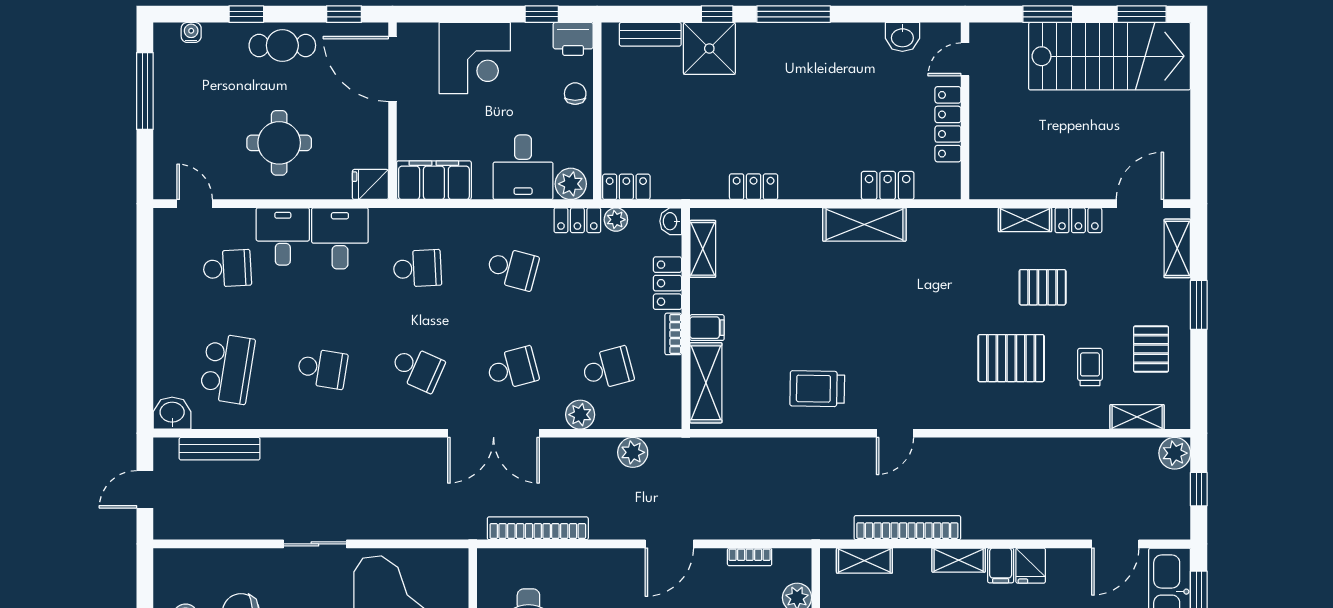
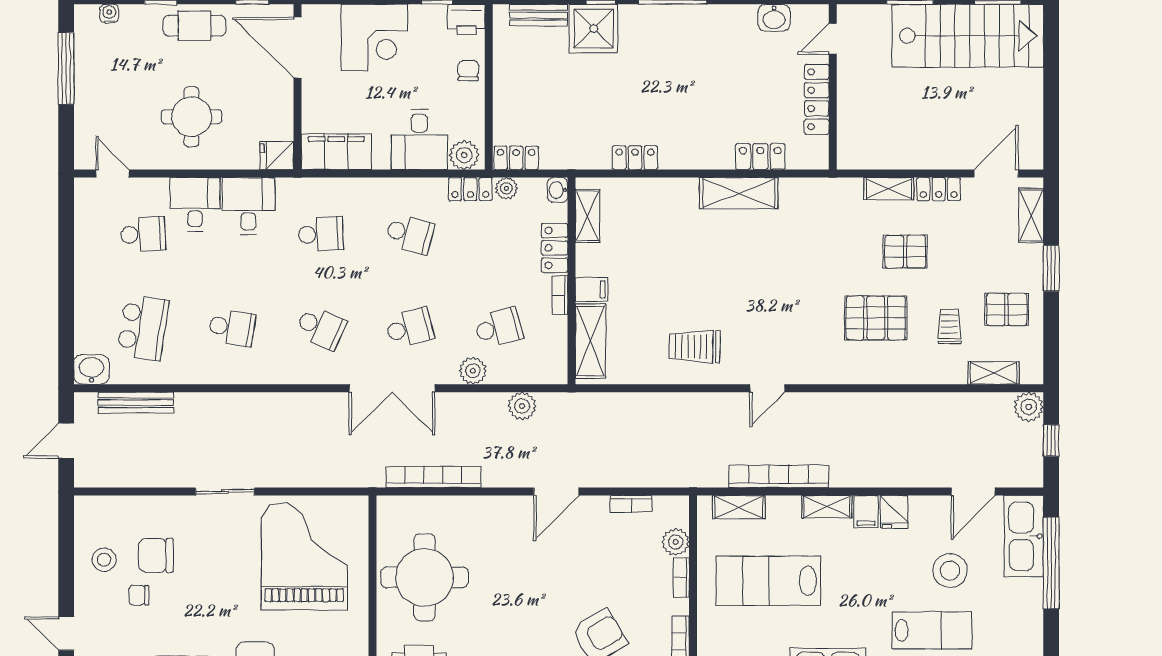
pallet: (1151, 349) -> (1007, 309), turned 90

